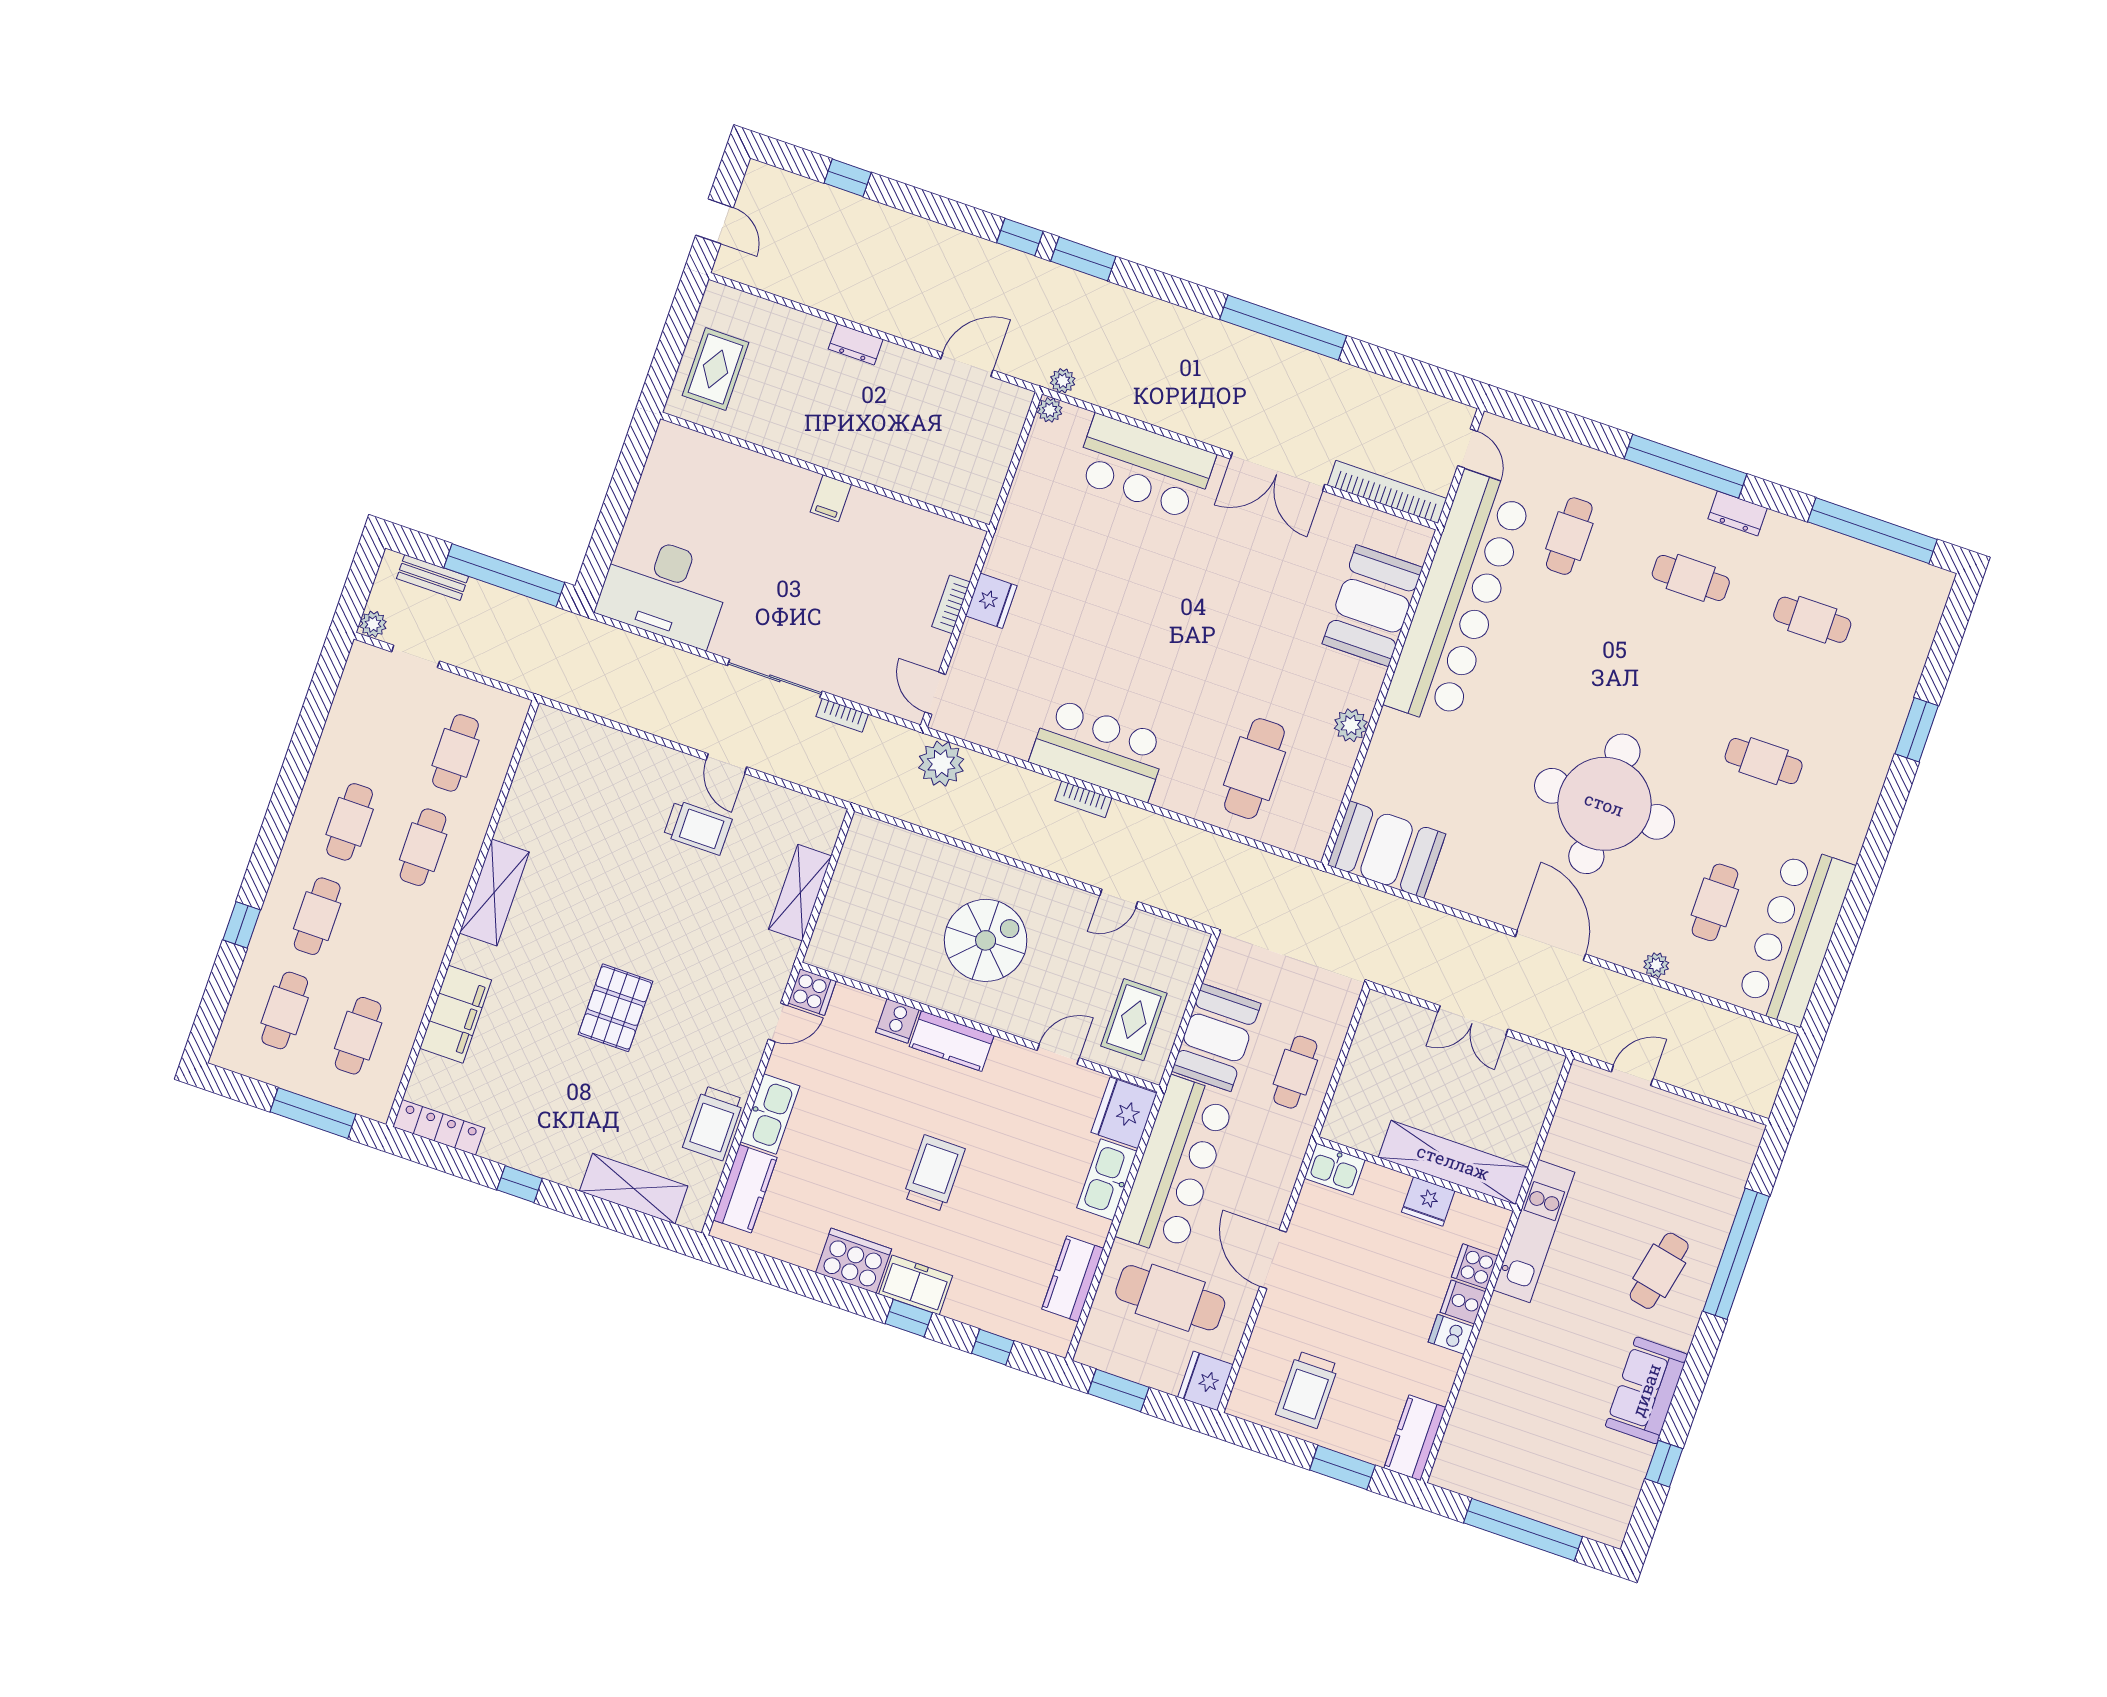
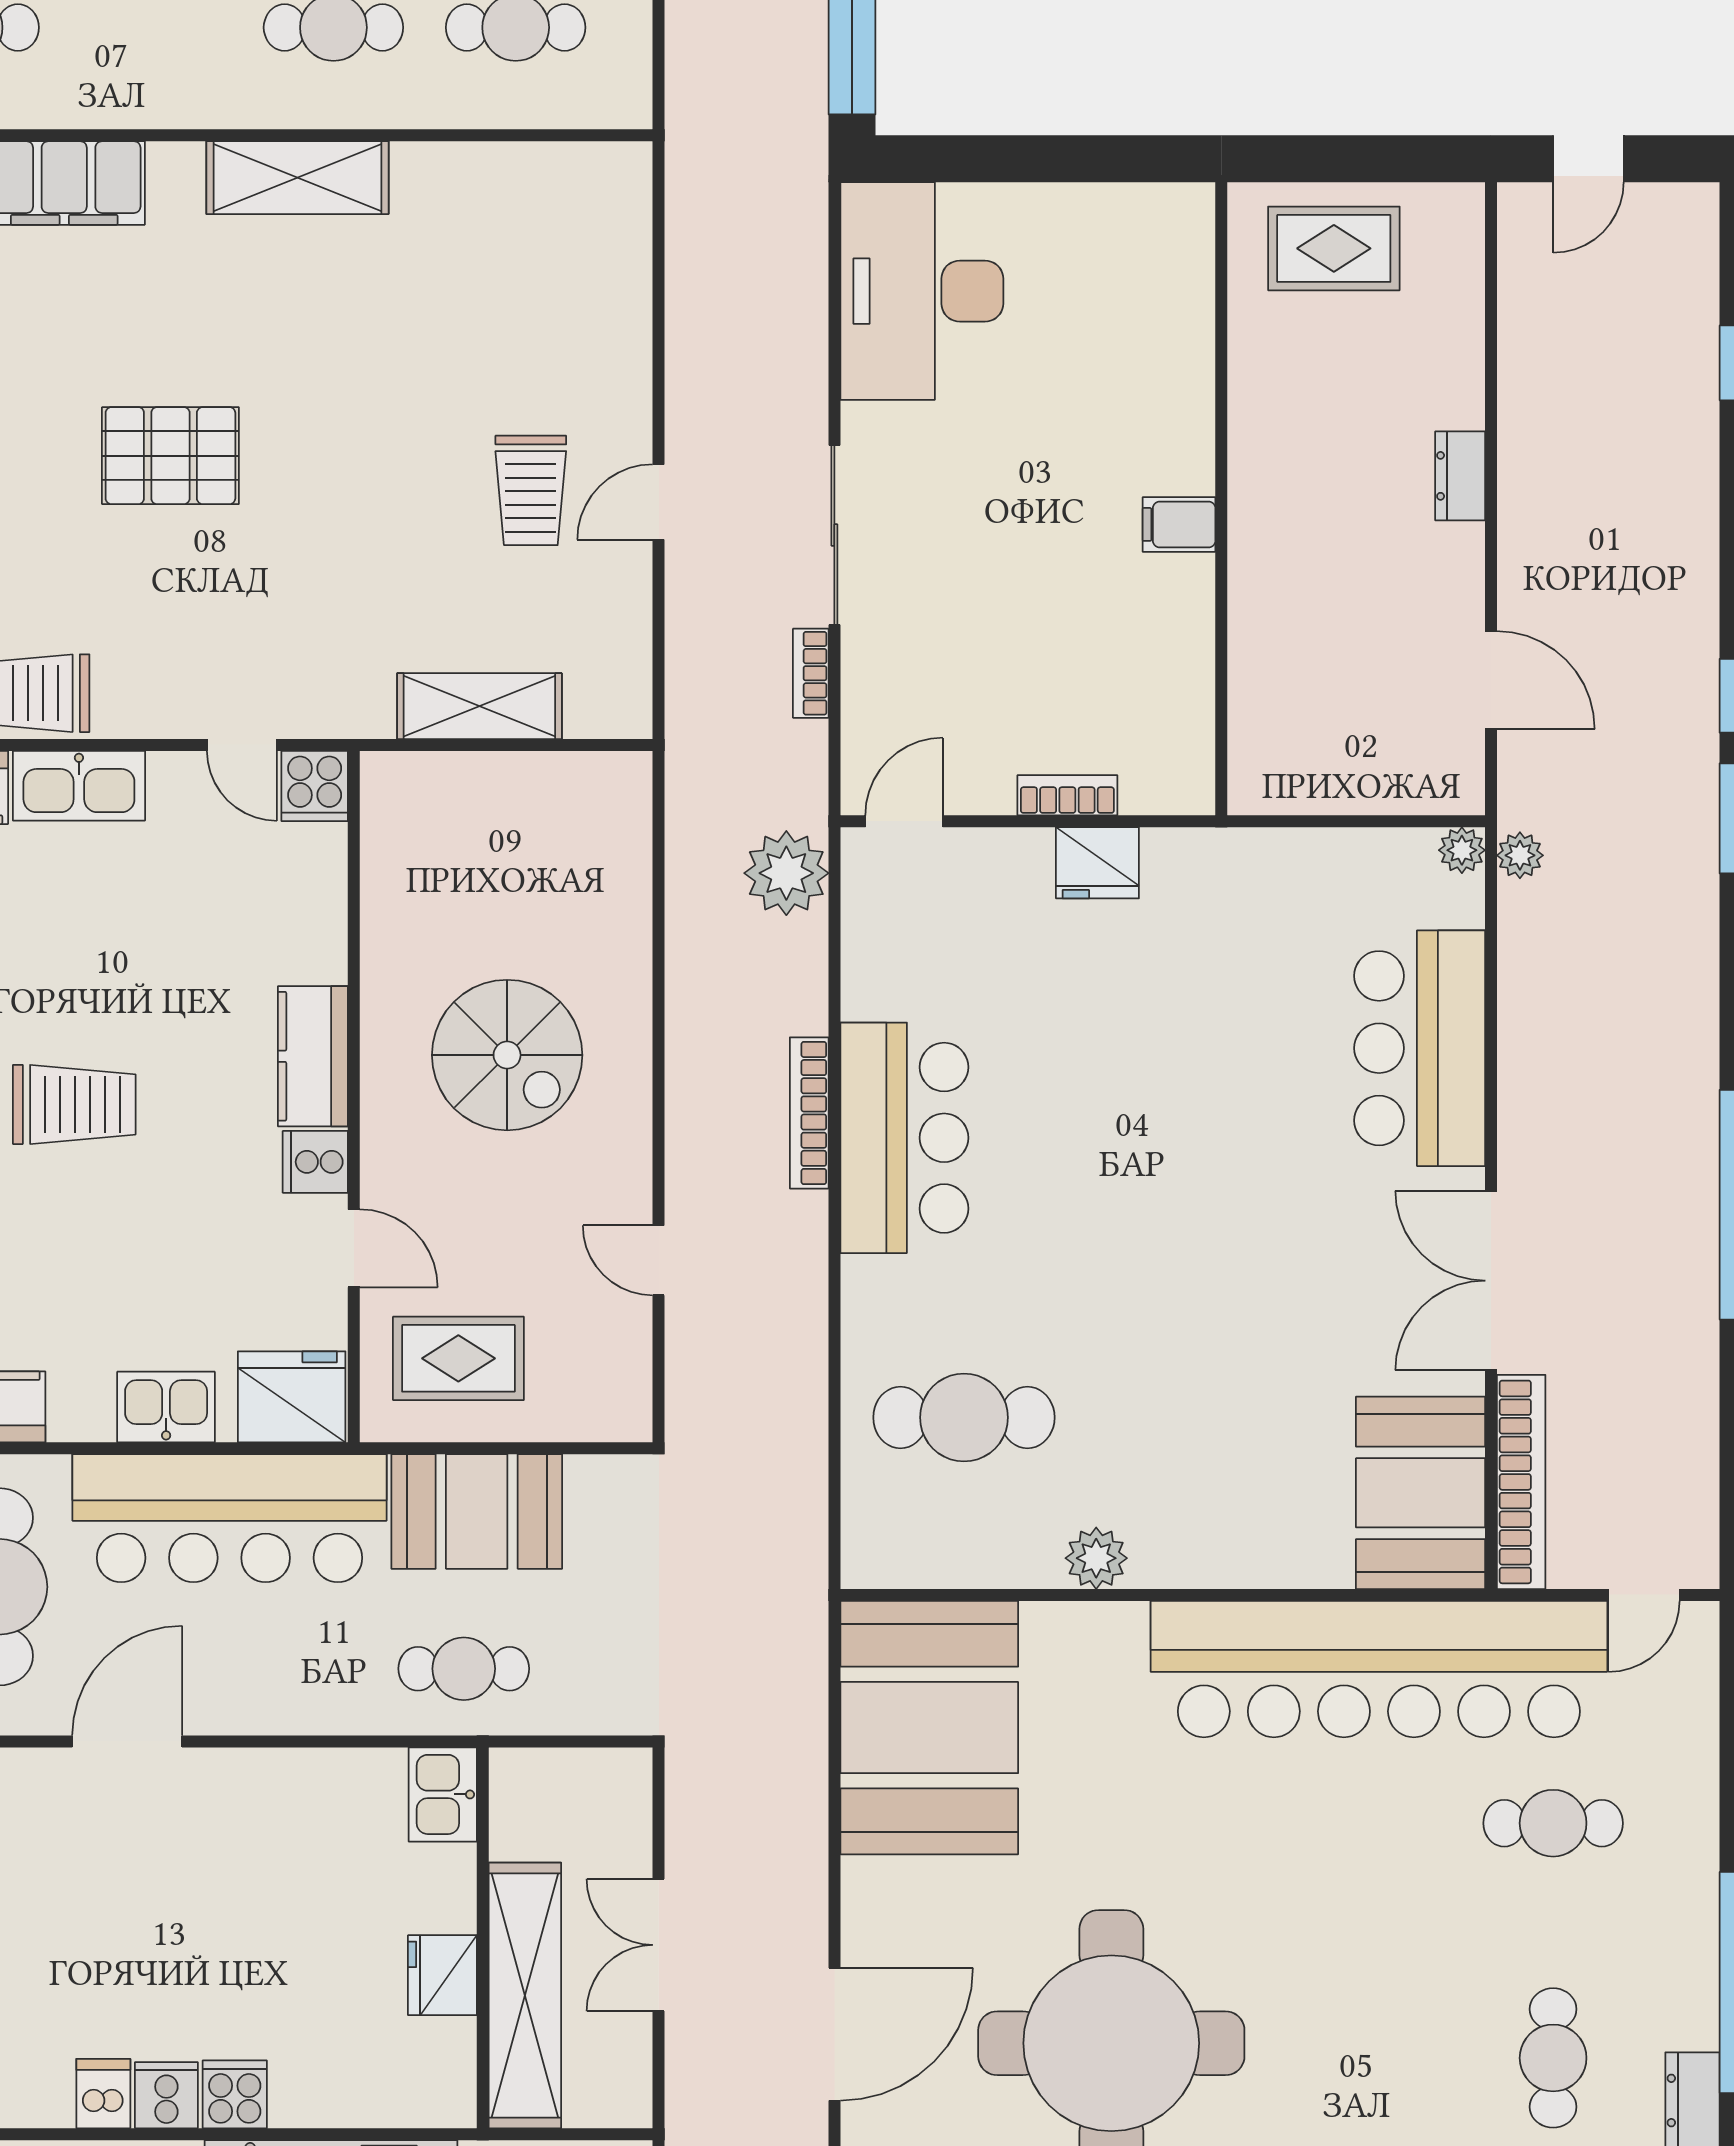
booth: (1372, 606) -> (1421, 1493), moved, turned 90
bookcase: (1083, 799) -> (809, 1113), width x1.56
booth: (1387, 850) -> (929, 1728), width x1.36, depth x1.42
cooker: (897, 1021) -> (315, 1162), moved
shelving: (1453, 1162) -> (525, 1995), moved
kitchen sink: (1335, 1169) -> (443, 1794), moved
wall: (1416, 1174) -> (483, 1938), moved
kitchen sink: (1107, 1180) -> (166, 1407), width x0.73
fridge: (1428, 1201) -> (442, 1975), moved

